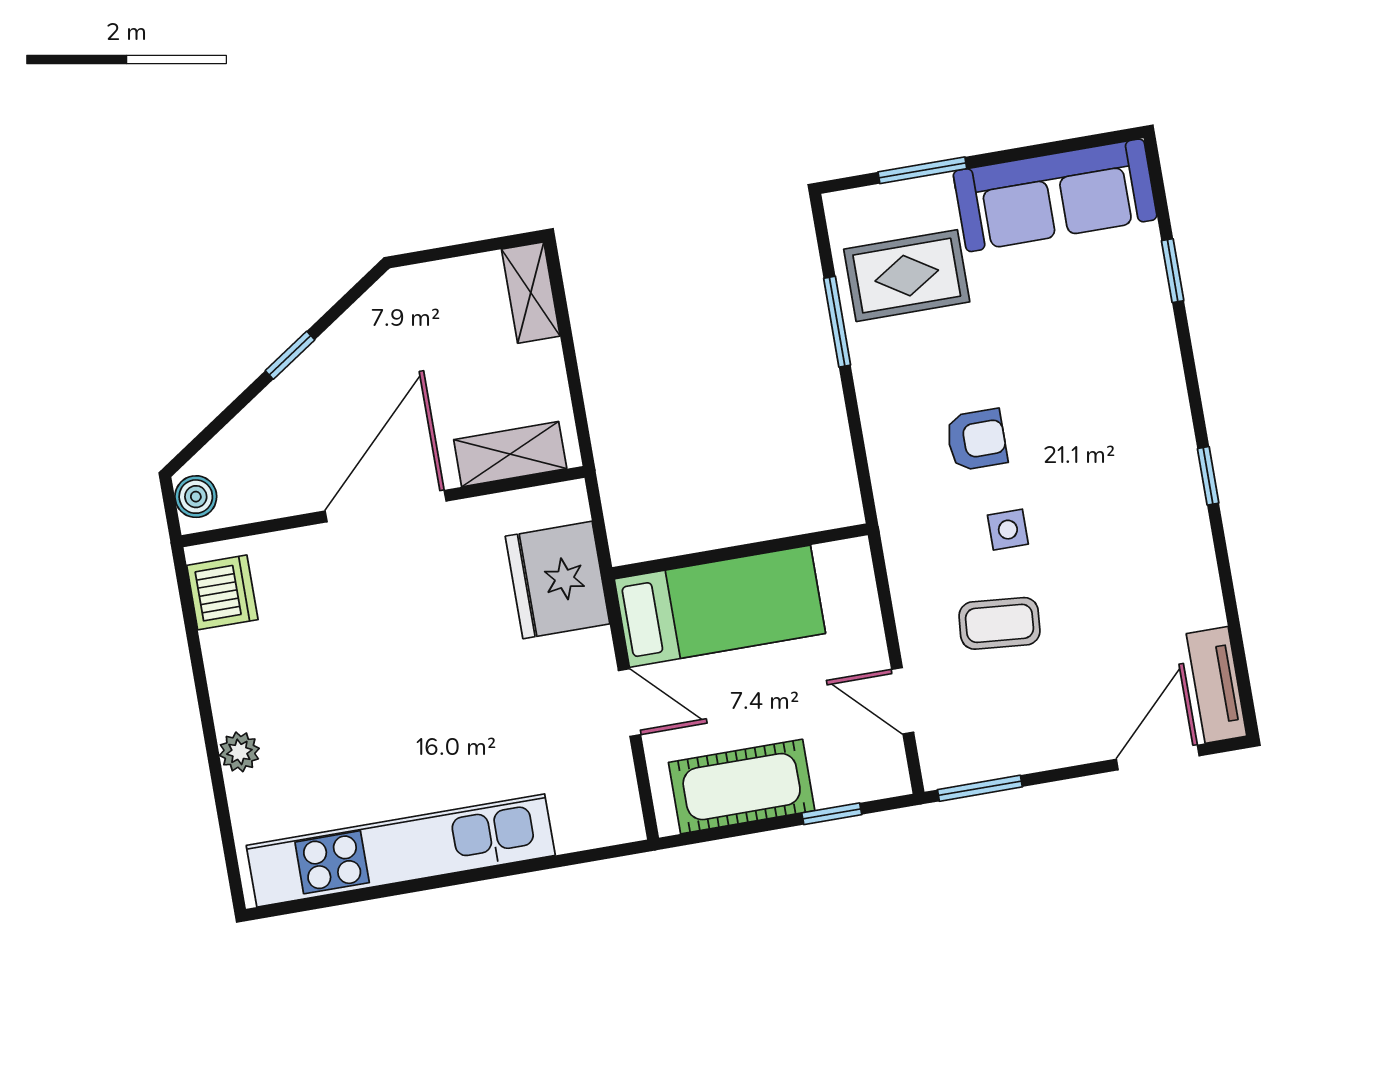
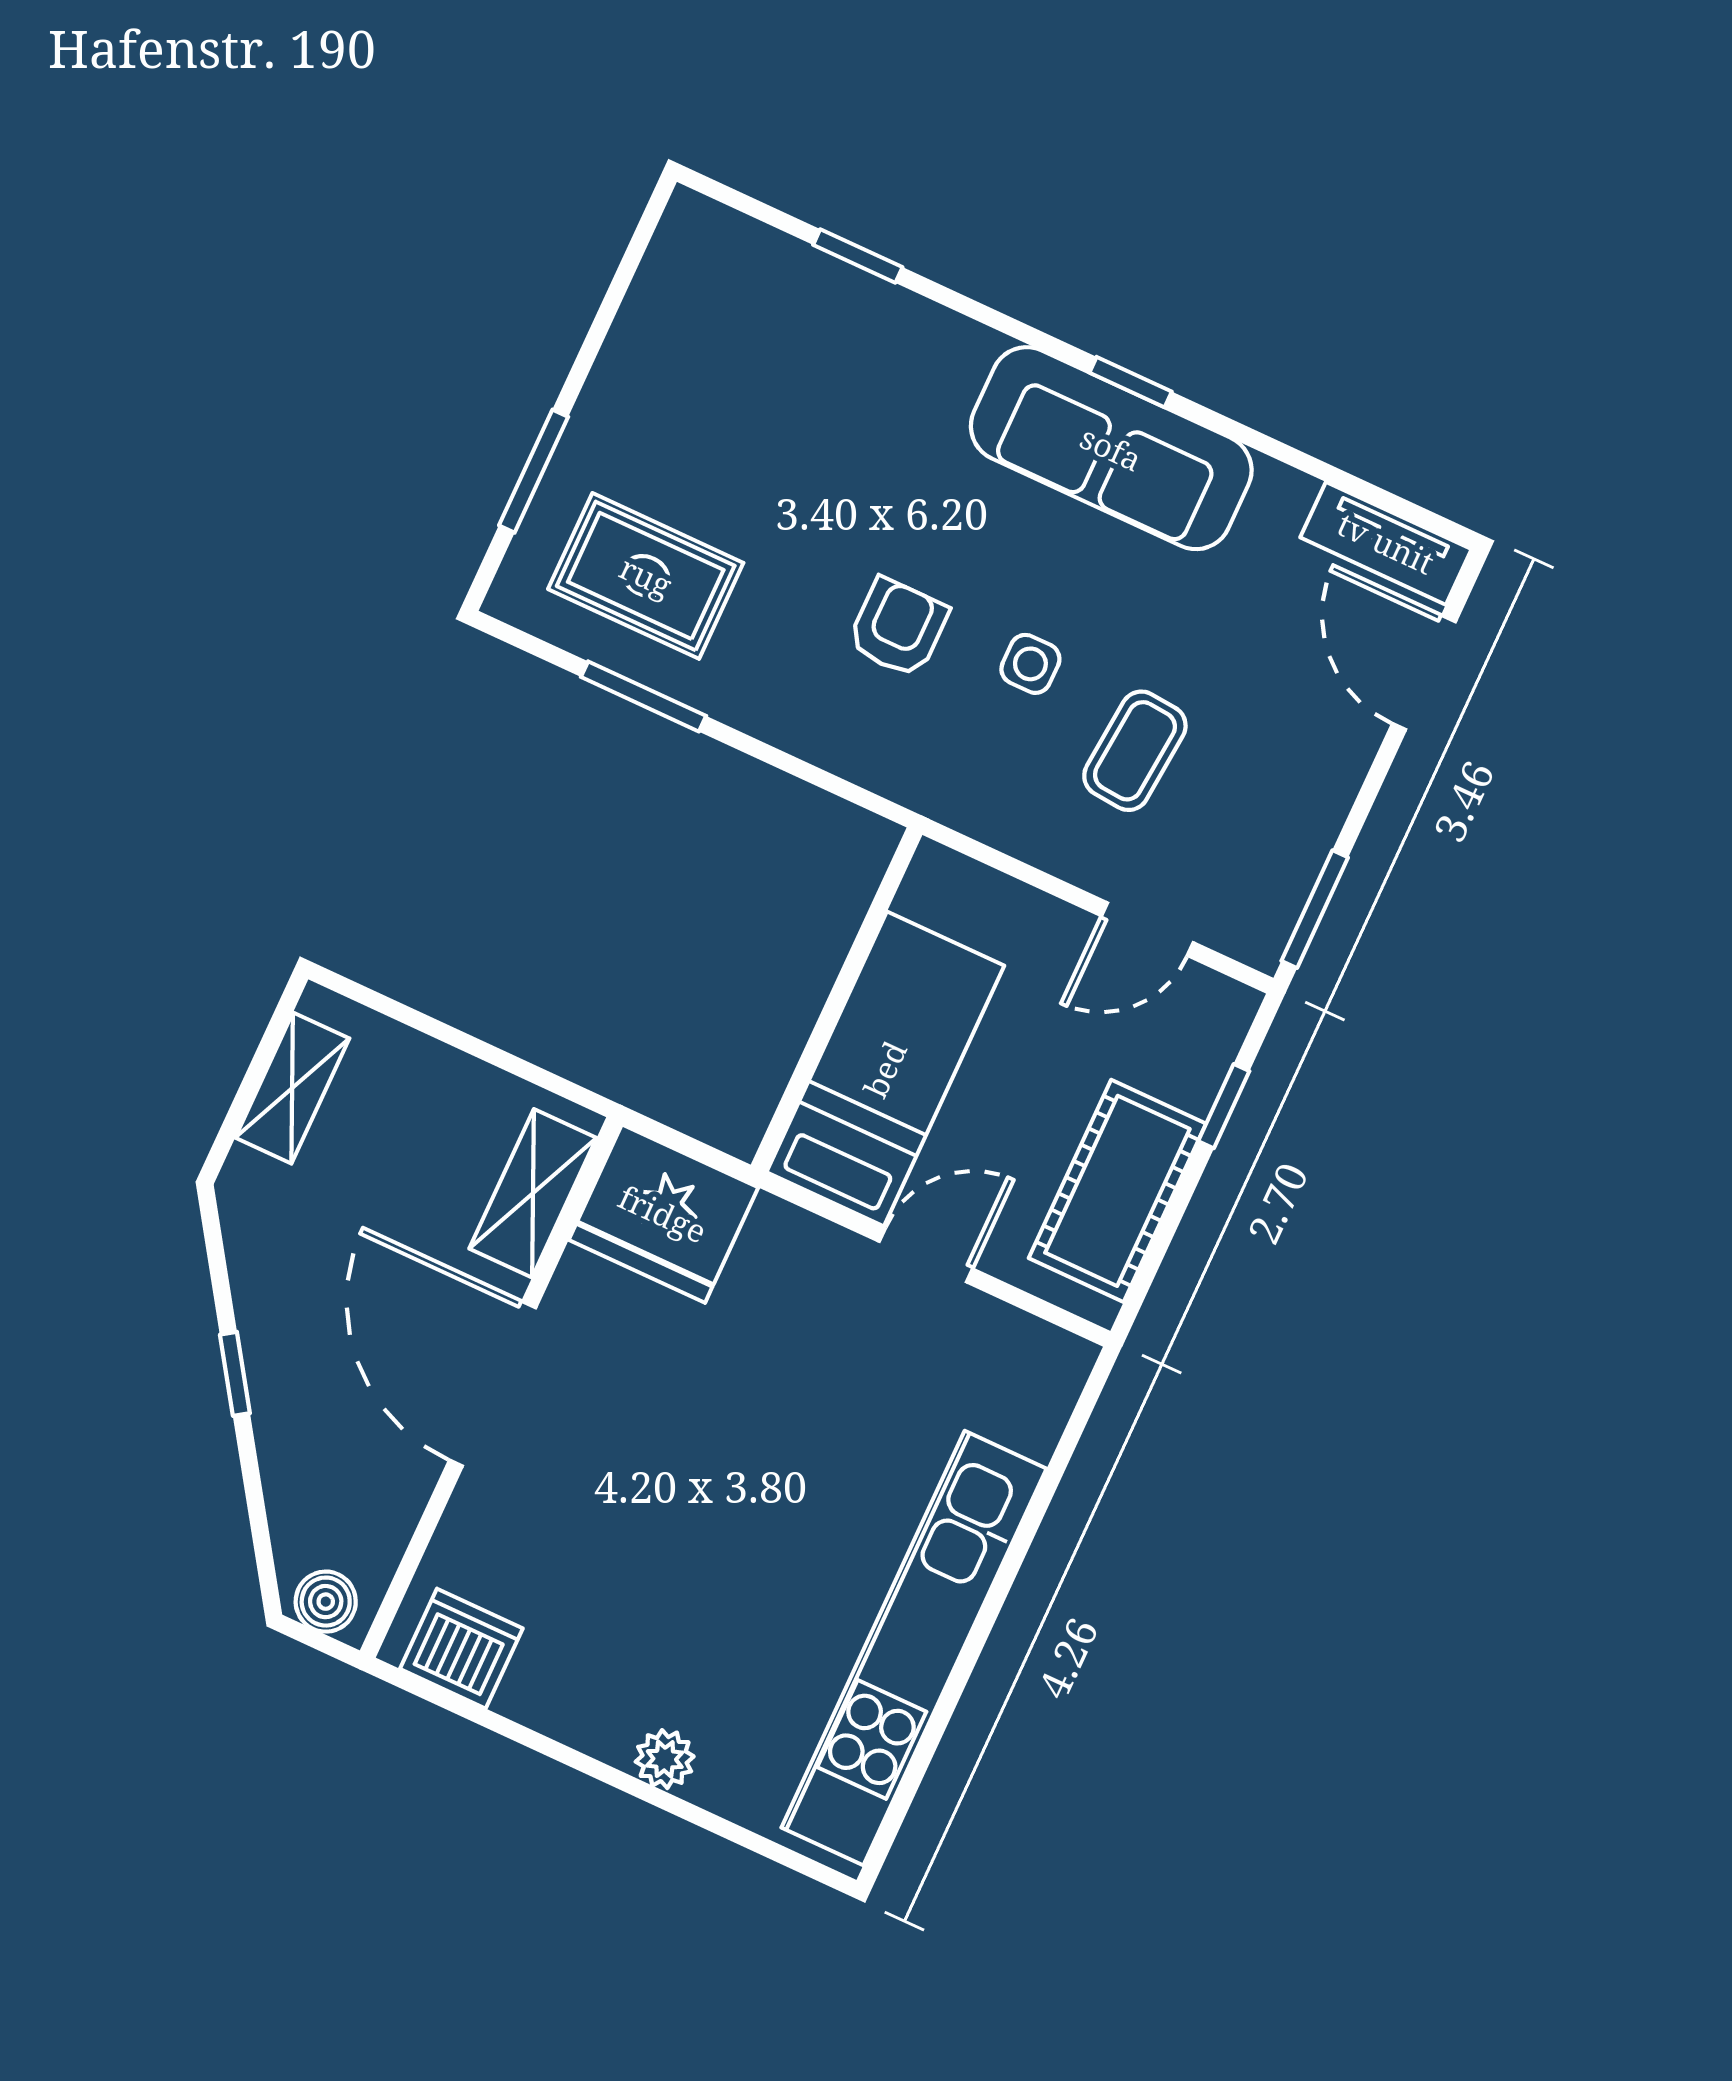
sofa: (1055, 195) -> (1111, 448), moved, turned 90
rug: (907, 276) -> (646, 576), turned 90
shelving: (531, 293) -> (292, 1088), moved, turned 90
fridge: (558, 580) -> (663, 1214), moved

